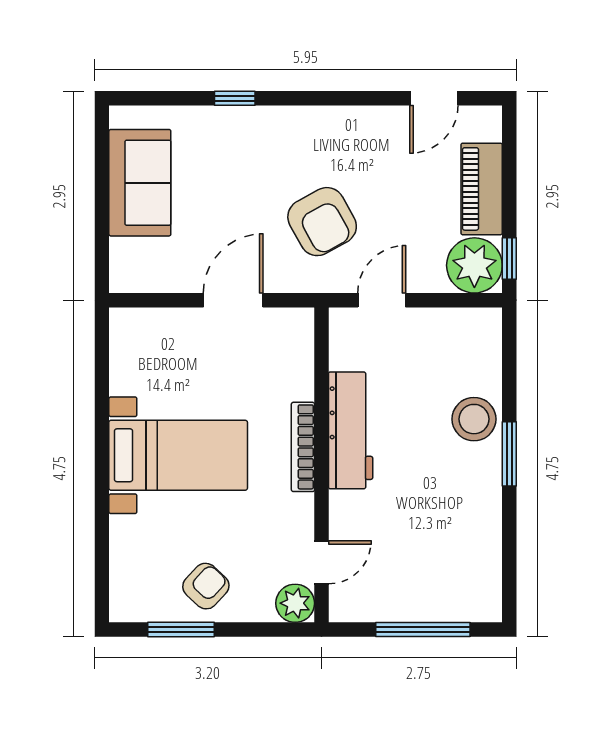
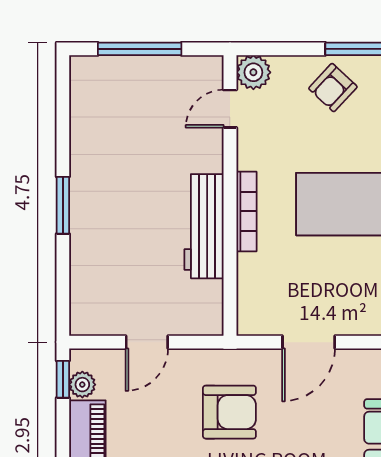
armchair: (322, 222) -> (229, 412), turned 119
plant: (474, 265) -> (82, 385), width x0.53, depth x0.53
door: (382, 300) -> (147, 342), moved
stool: (474, 419) -> (94, 236), removed

